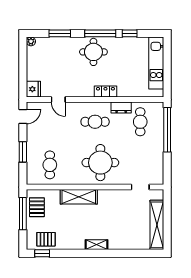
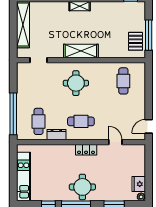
fridge: (33, 89) -> (139, 184), moved
locker: (105, 92) -> (86, 150), moved
window: (23, 152) -> (149, 93), removed
round table: (100, 163) -> (76, 83), width x0.73, depth x0.73
shelving: (79, 197) -> (81, 51), moved
pallet: (46, 239) -> (127, 11), removed

